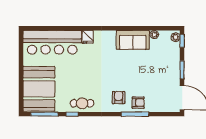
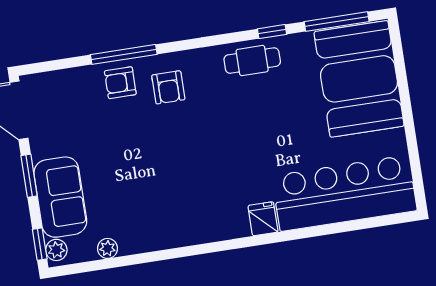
sofa: (133, 40) -> (60, 197), moved, turned 90

